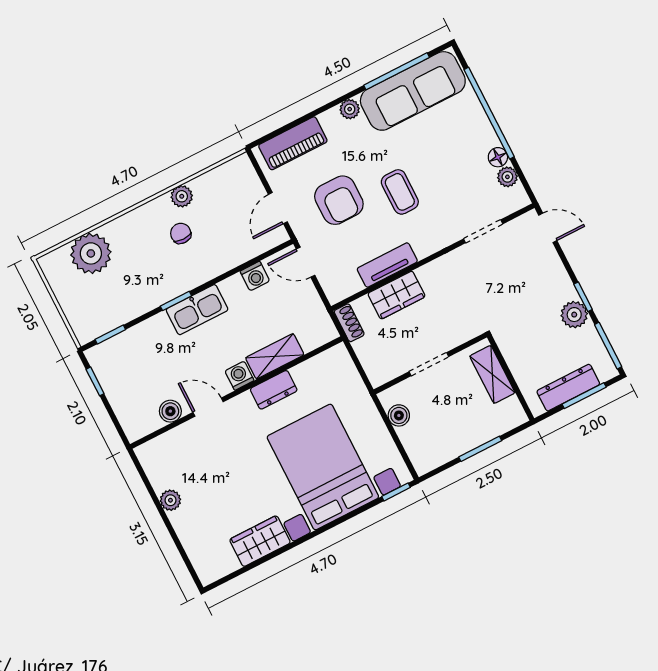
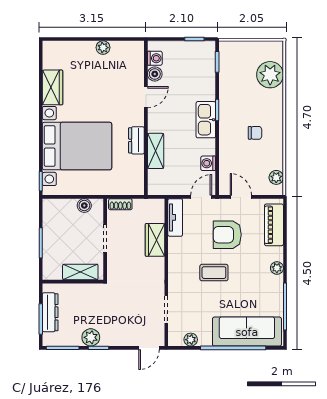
sofa: (413, 91) -> (247, 332), moved, turned 90
floor lamp: (498, 157) -> (205, 340), removed
plant: (182, 196) -> (276, 177), moved
tv unit: (387, 265) -> (175, 217), moved
shoe rack: (349, 323) -> (120, 204), moved
washing machine: (239, 376) -> (155, 58), moved

